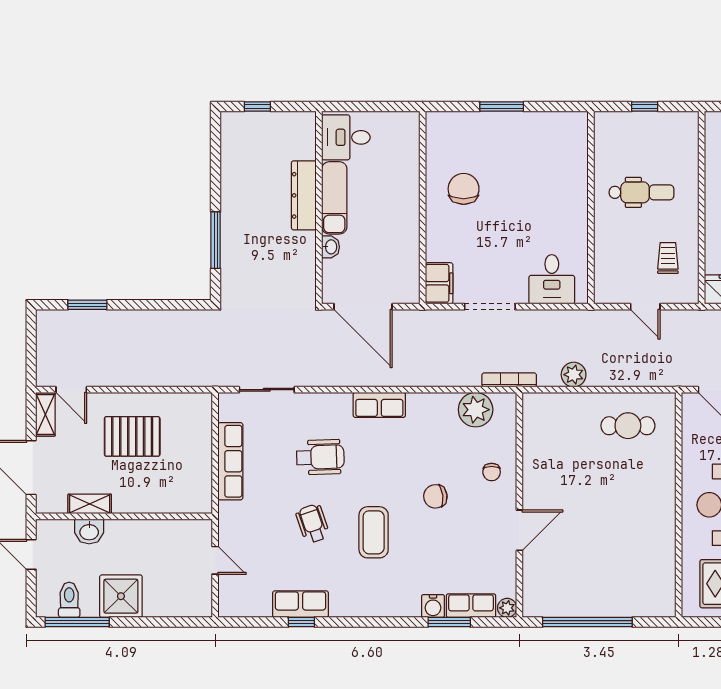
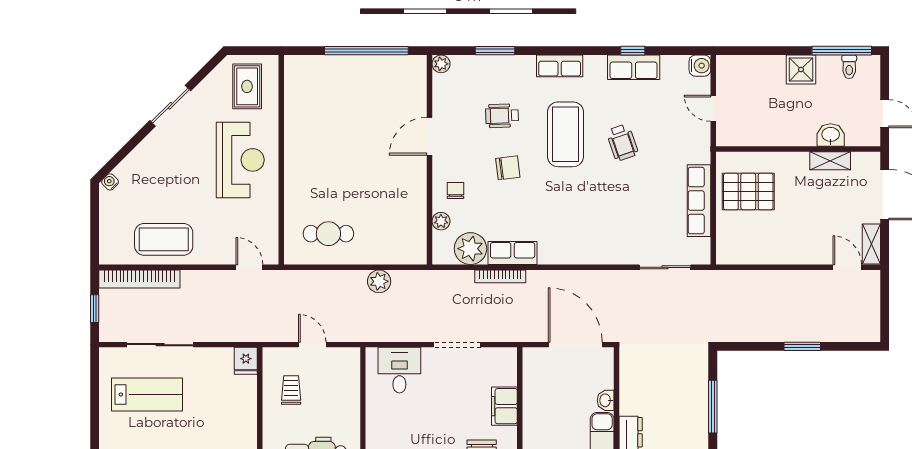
trolley: (668, 258) -> (291, 390), turned 180
filing cabinet: (439, 283) -> (504, 406), moved
window: (87, 305) -> (802, 346), moved
bookcase: (509, 380) -> (500, 276), moved
row of seats: (379, 405) -> (513, 253), moved
pallet: (132, 436) -> (748, 192), moved
plant: (507, 439) -> (441, 221), added
wheelchair: (320, 457) -> (502, 116), moved, width x0.73, depth x0.73
coffee table: (374, 532) -> (566, 134), width x1.36, depth x1.32
shower: (121, 596) -> (801, 69), width x0.73, depth x0.73
toilet: (69, 600) -> (849, 67), width x0.73, depth x0.72
water cooler: (433, 606) -> (700, 66), moved, turned 90
row of seats: (471, 606) -> (560, 66), moved

